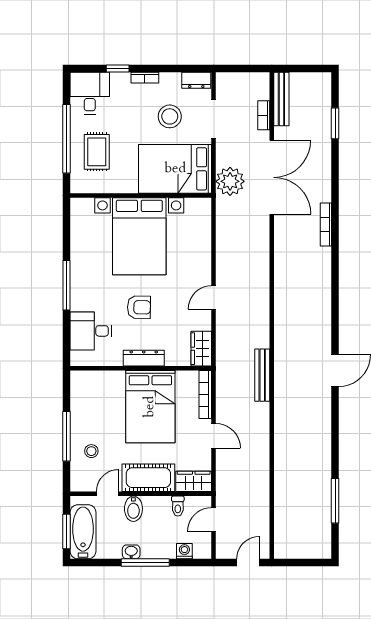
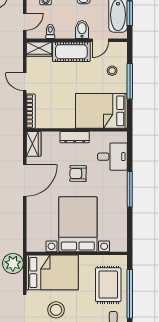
rug: (97, 152) -> (108, 285), width x1.36, depth x1.43
door: (214, 297) -> (25, 181), width x1.87
bed: (150, 407) -> (101, 111), moved, turned -90

